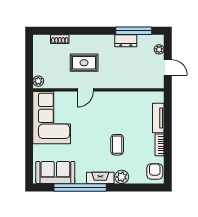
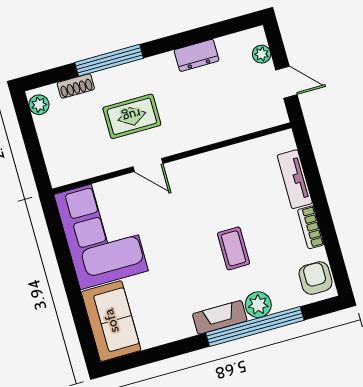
window: (134, 31) -> (109, 60), moved
plant: (38, 81) -> (39, 105), moved
door: (85, 90) -> (148, 165), hinge flipped
sofa: (55, 173) -> (111, 321), moved, turned 90
window: (80, 188) -> (255, 326), moved

